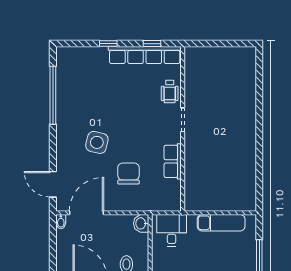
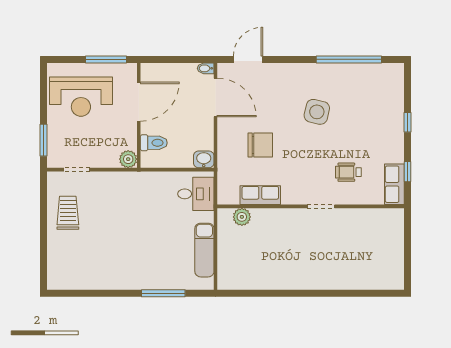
row of seats: (145, 55) -> (394, 184), width x0.50
wheelchair: (170, 92) -> (348, 172), moved
side table: (97, 142) -> (317, 112), moved
row of seats: (173, 161) -> (260, 195), moved
plant: (192, 190) -> (242, 217), added

